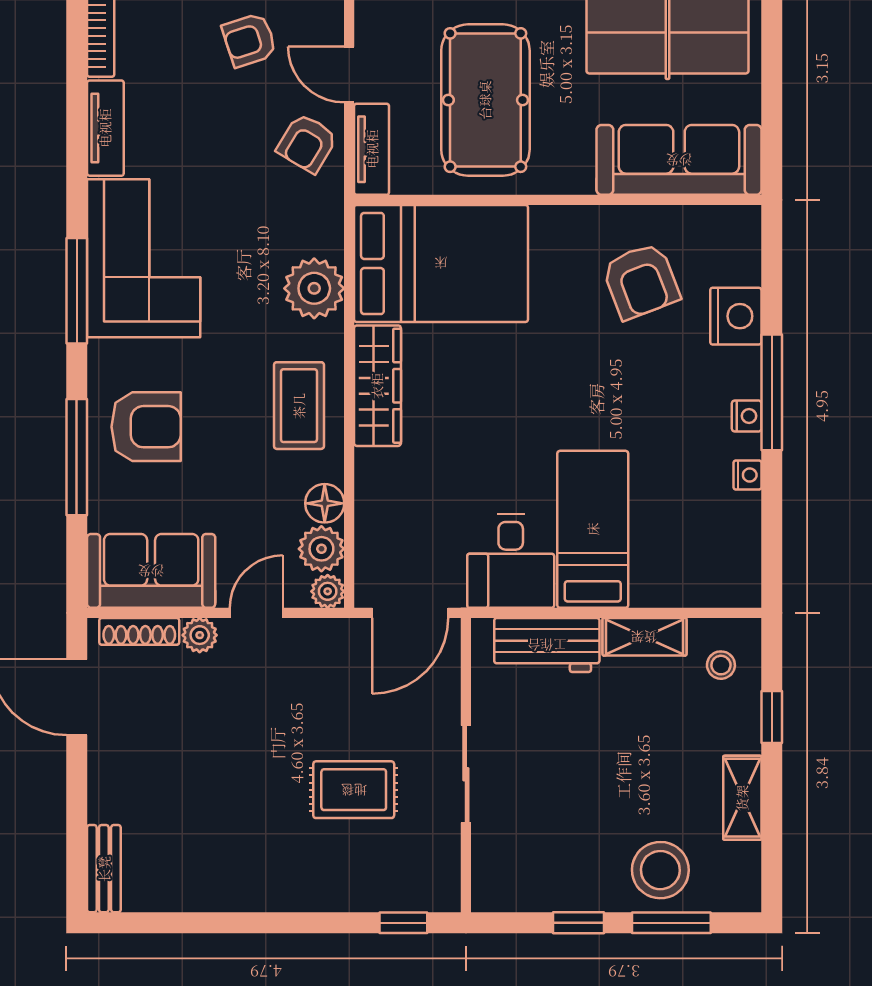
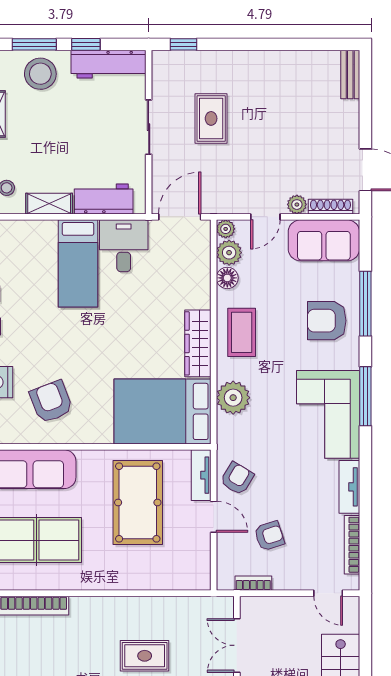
rug: (354, 790) -> (211, 118), turned 90
workbench: (538, 887) -> (108, 64), added

